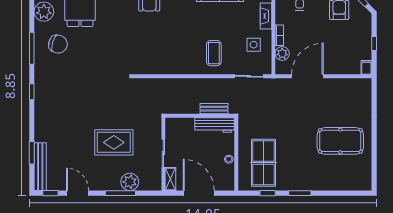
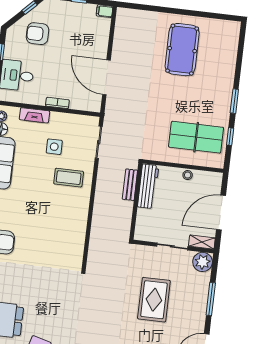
side table: (254, 45) -> (54, 147), moved
plant: (282, 54) -> (78, 102), removed
plant: (130, 182) -> (203, 262), moved

